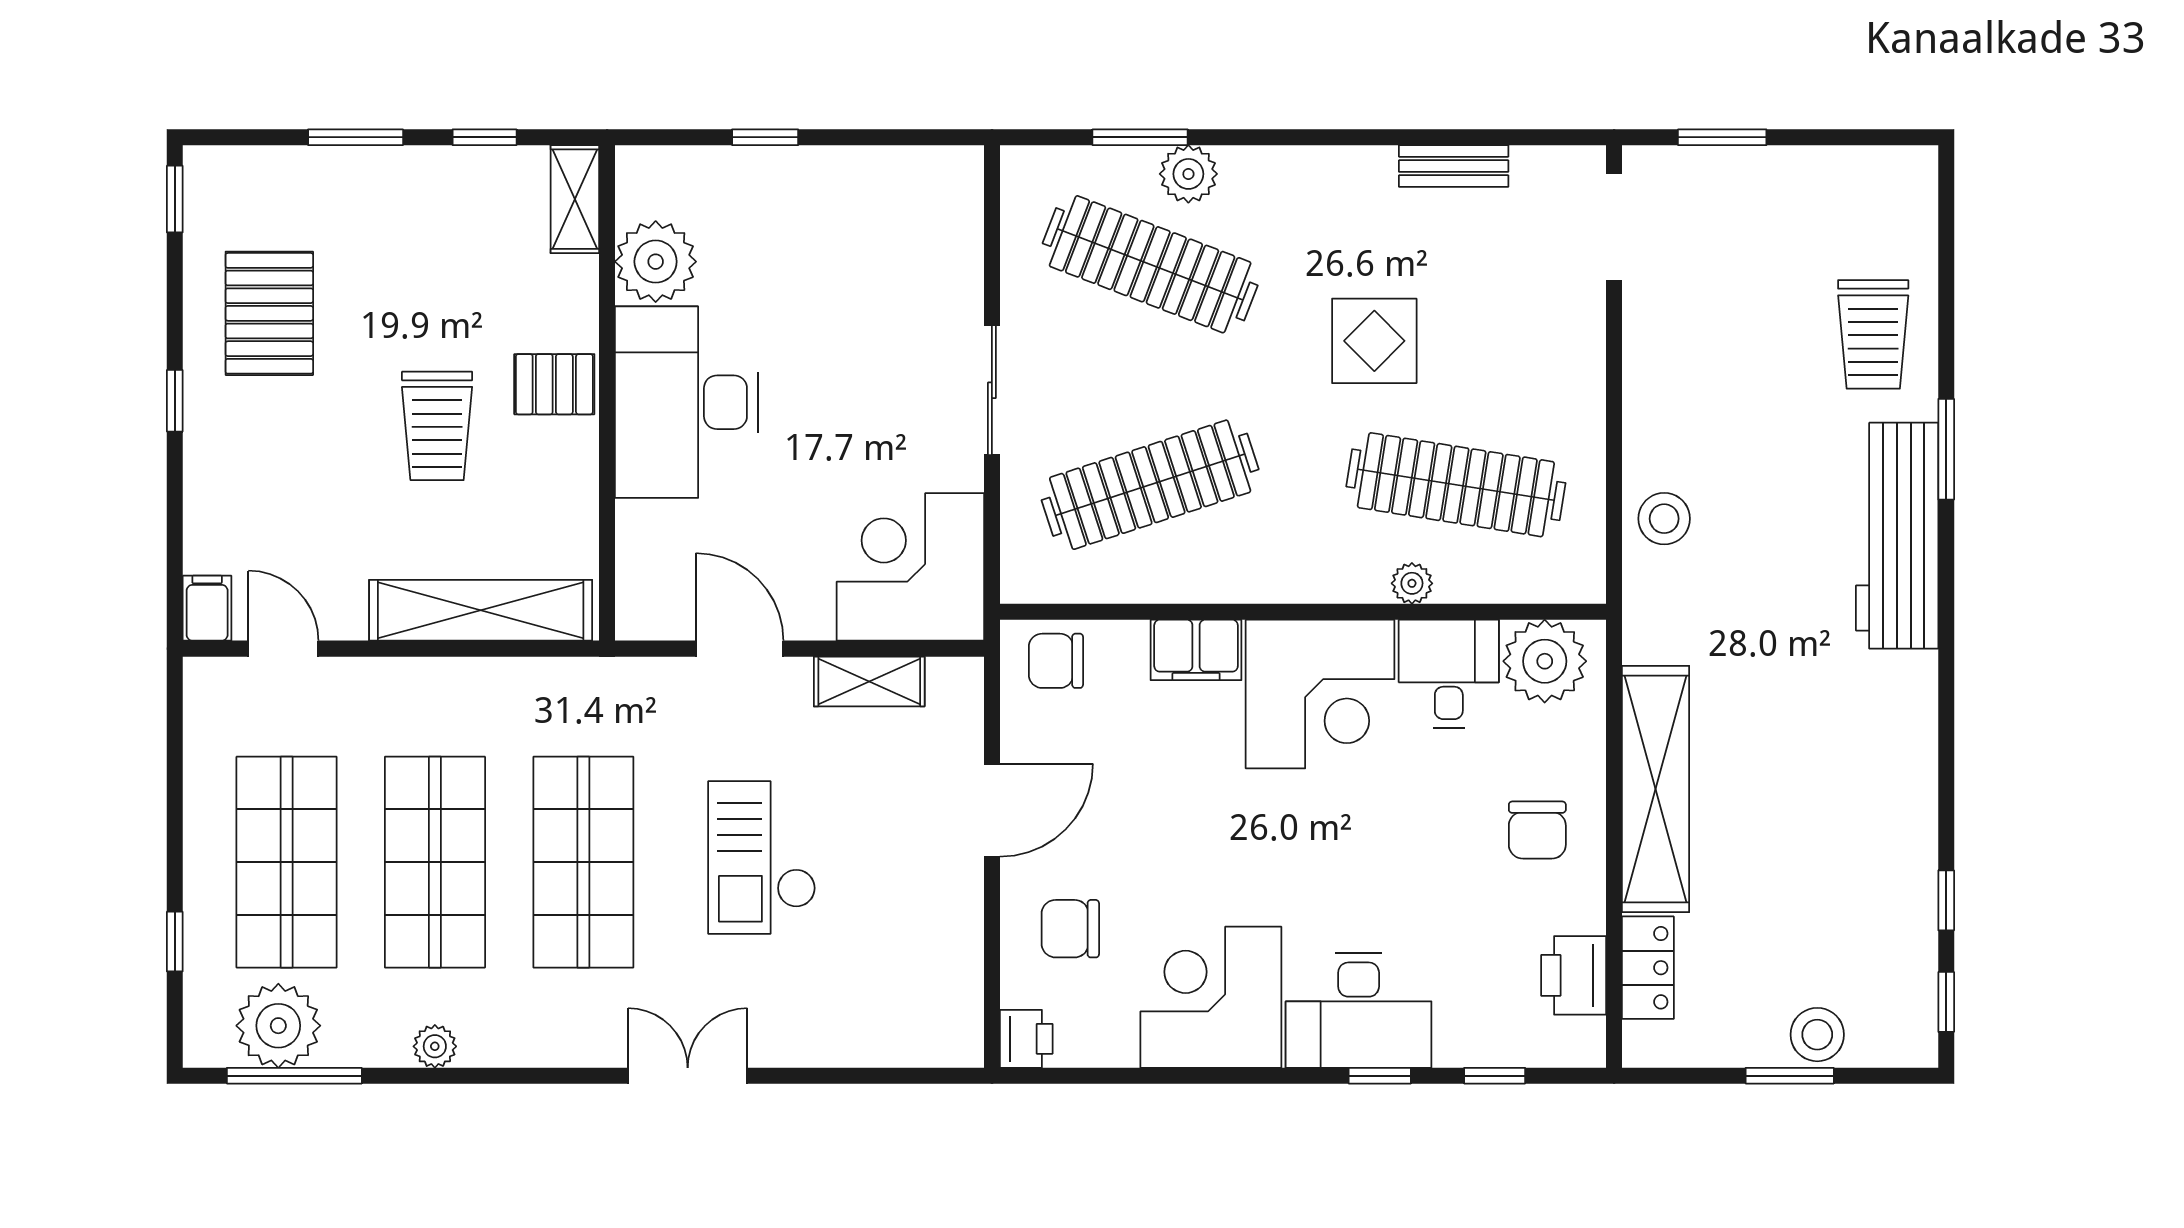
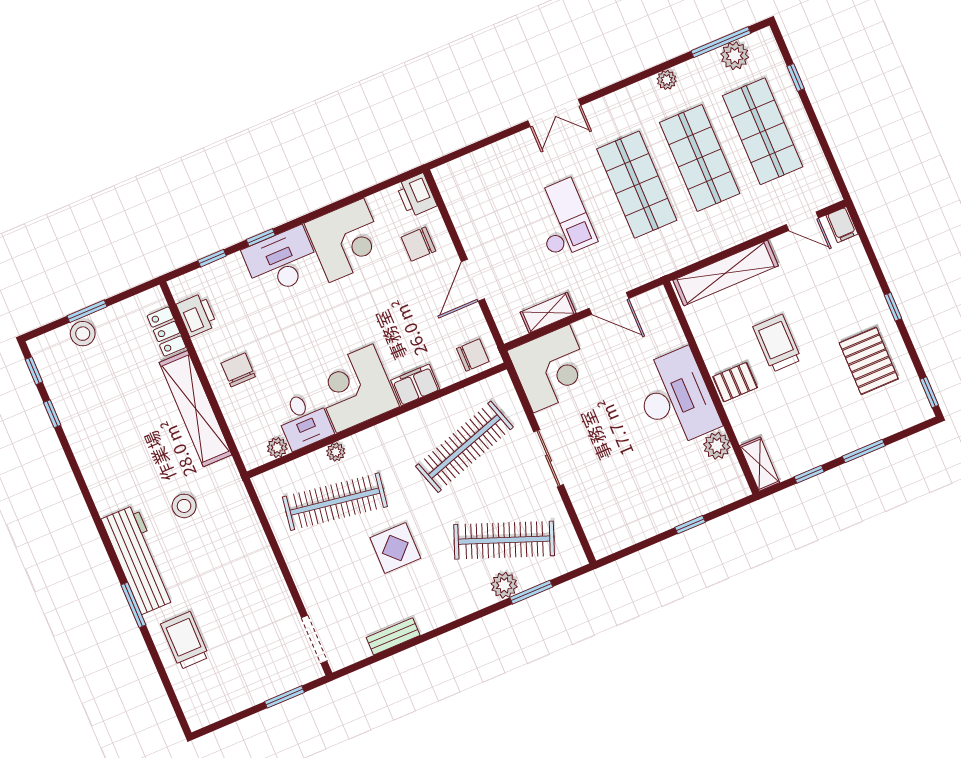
plant: (656, 262) -> (717, 446), width x0.73, depth x0.73
stool: (1664, 519) -> (184, 506), moved
plant: (1545, 661) -> (277, 448), width x0.53, depth x0.53
chair: (1070, 929) -> (418, 244), turned 180
plant: (278, 1026) -> (735, 56), width x0.73, depth x0.73
printer: (1026, 1039) -> (417, 195), width x1.36, depth x1.24

